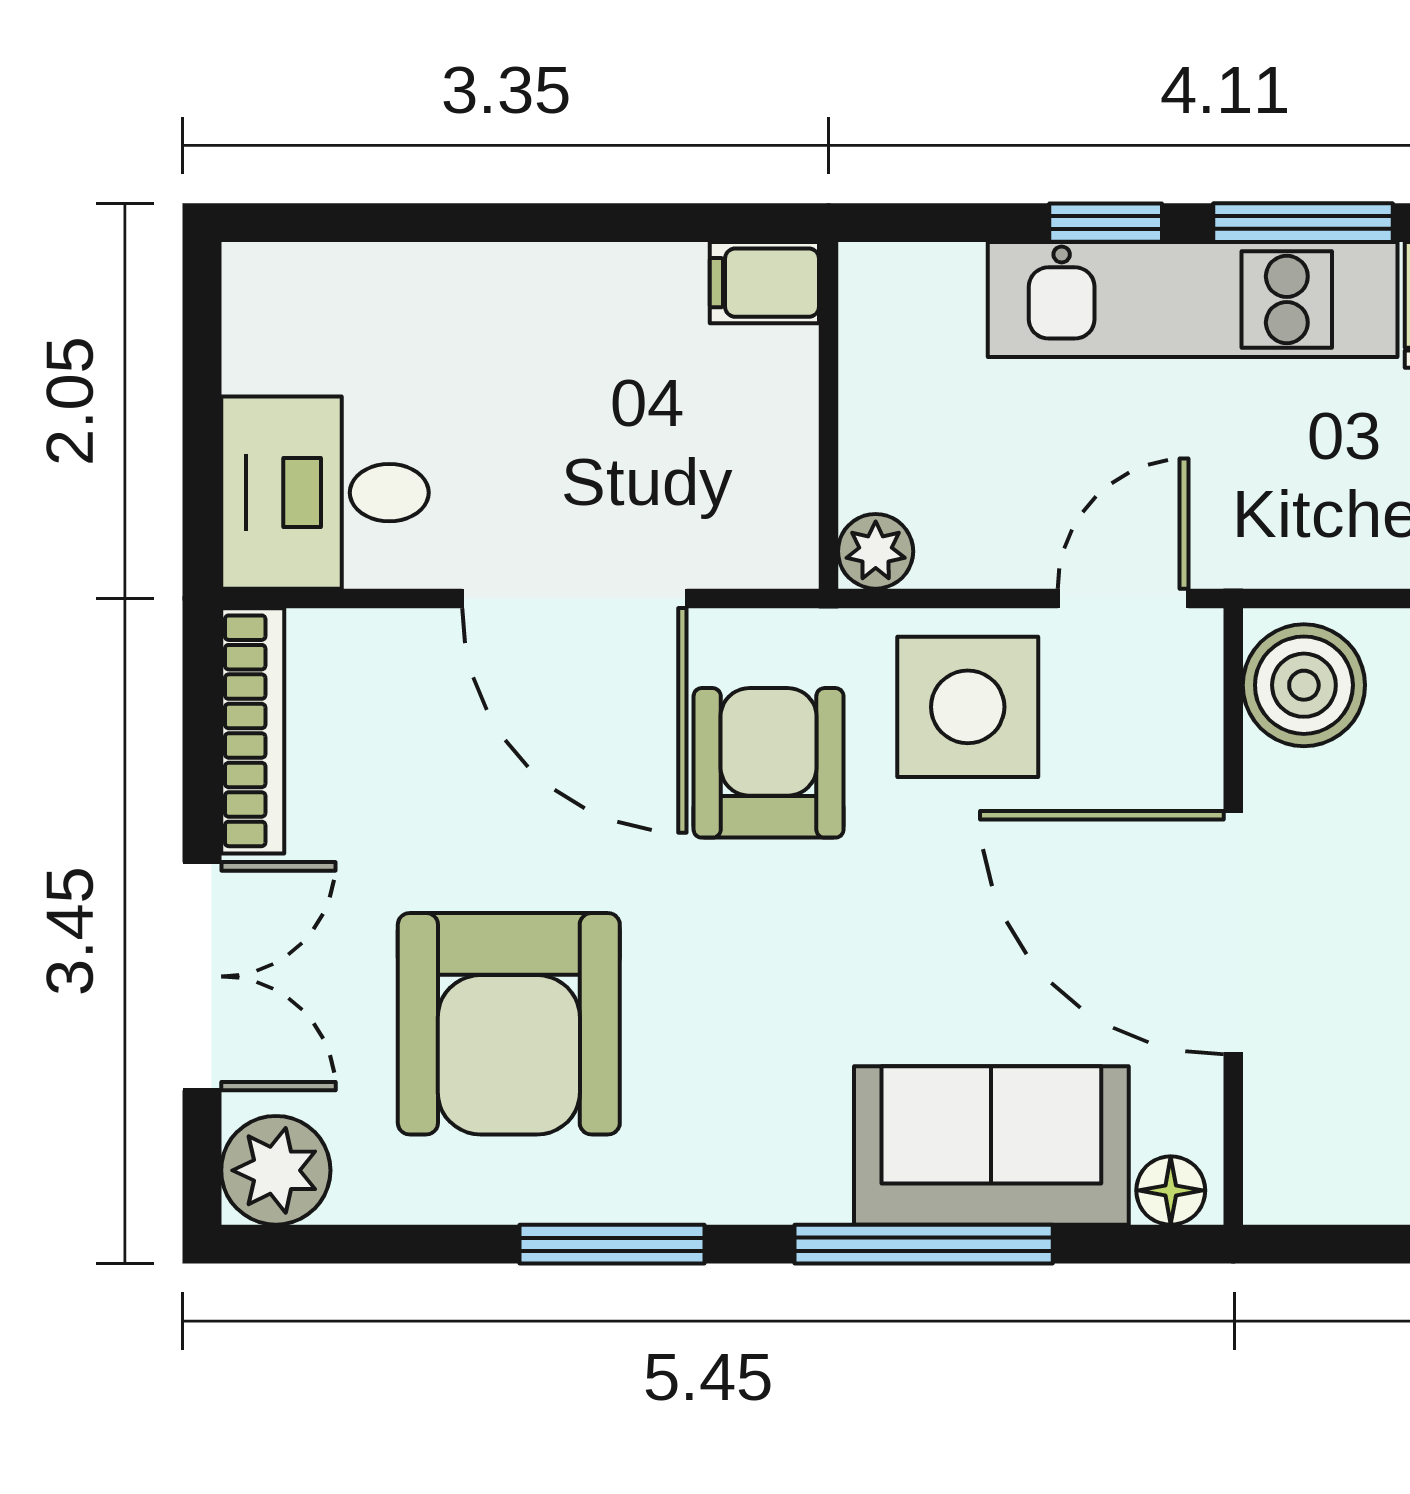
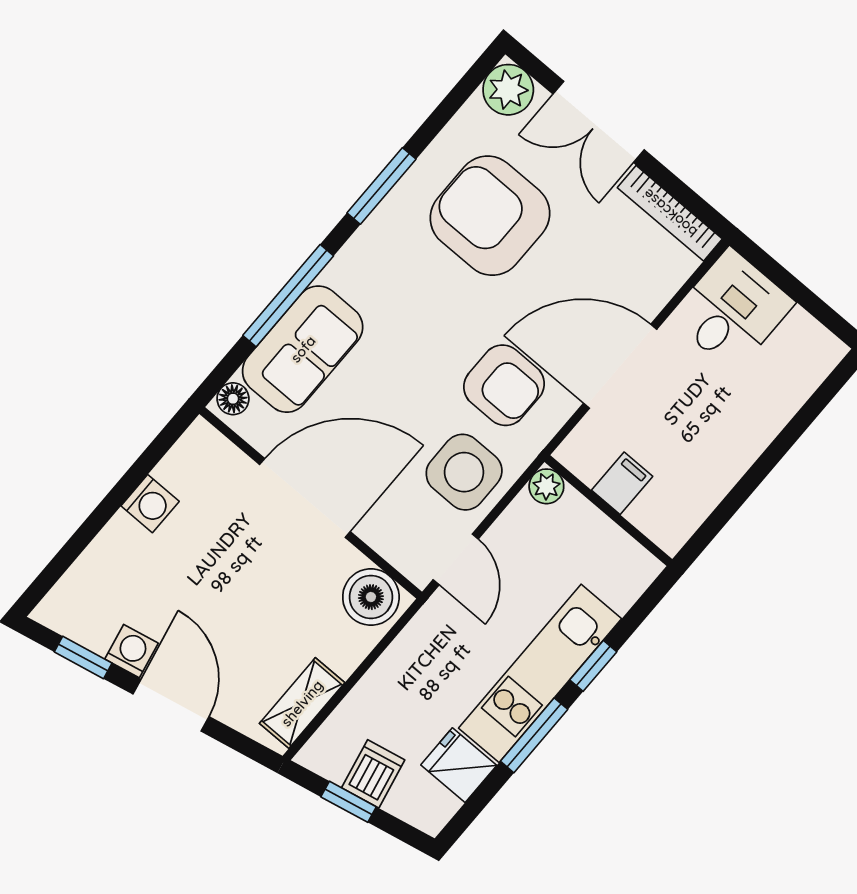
filing cabinet: (764, 283) -> (622, 483), moved

